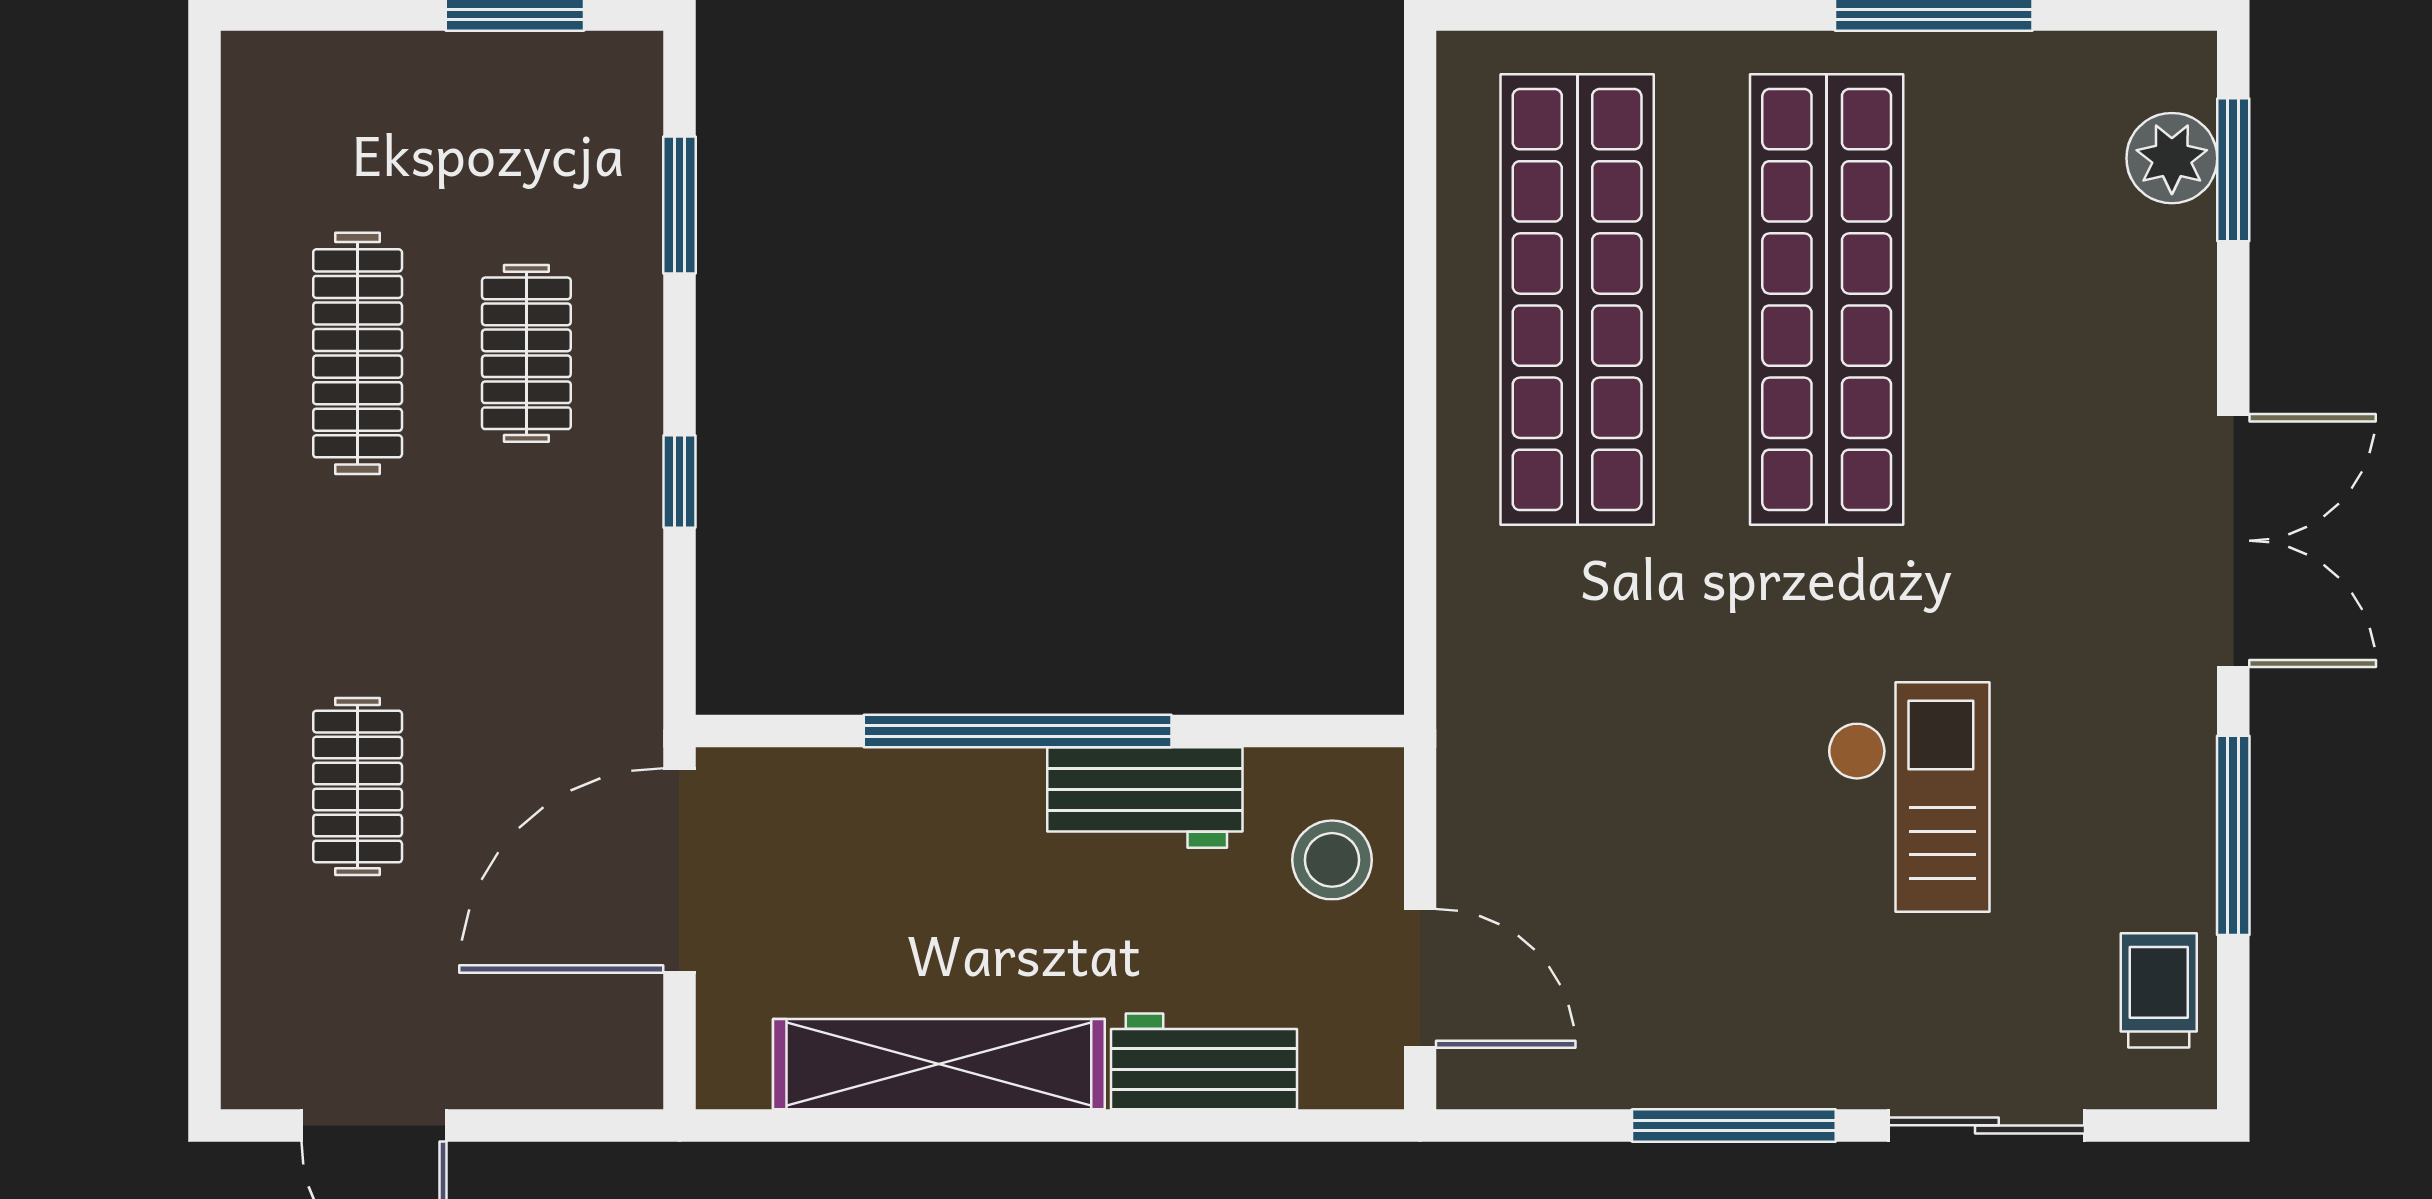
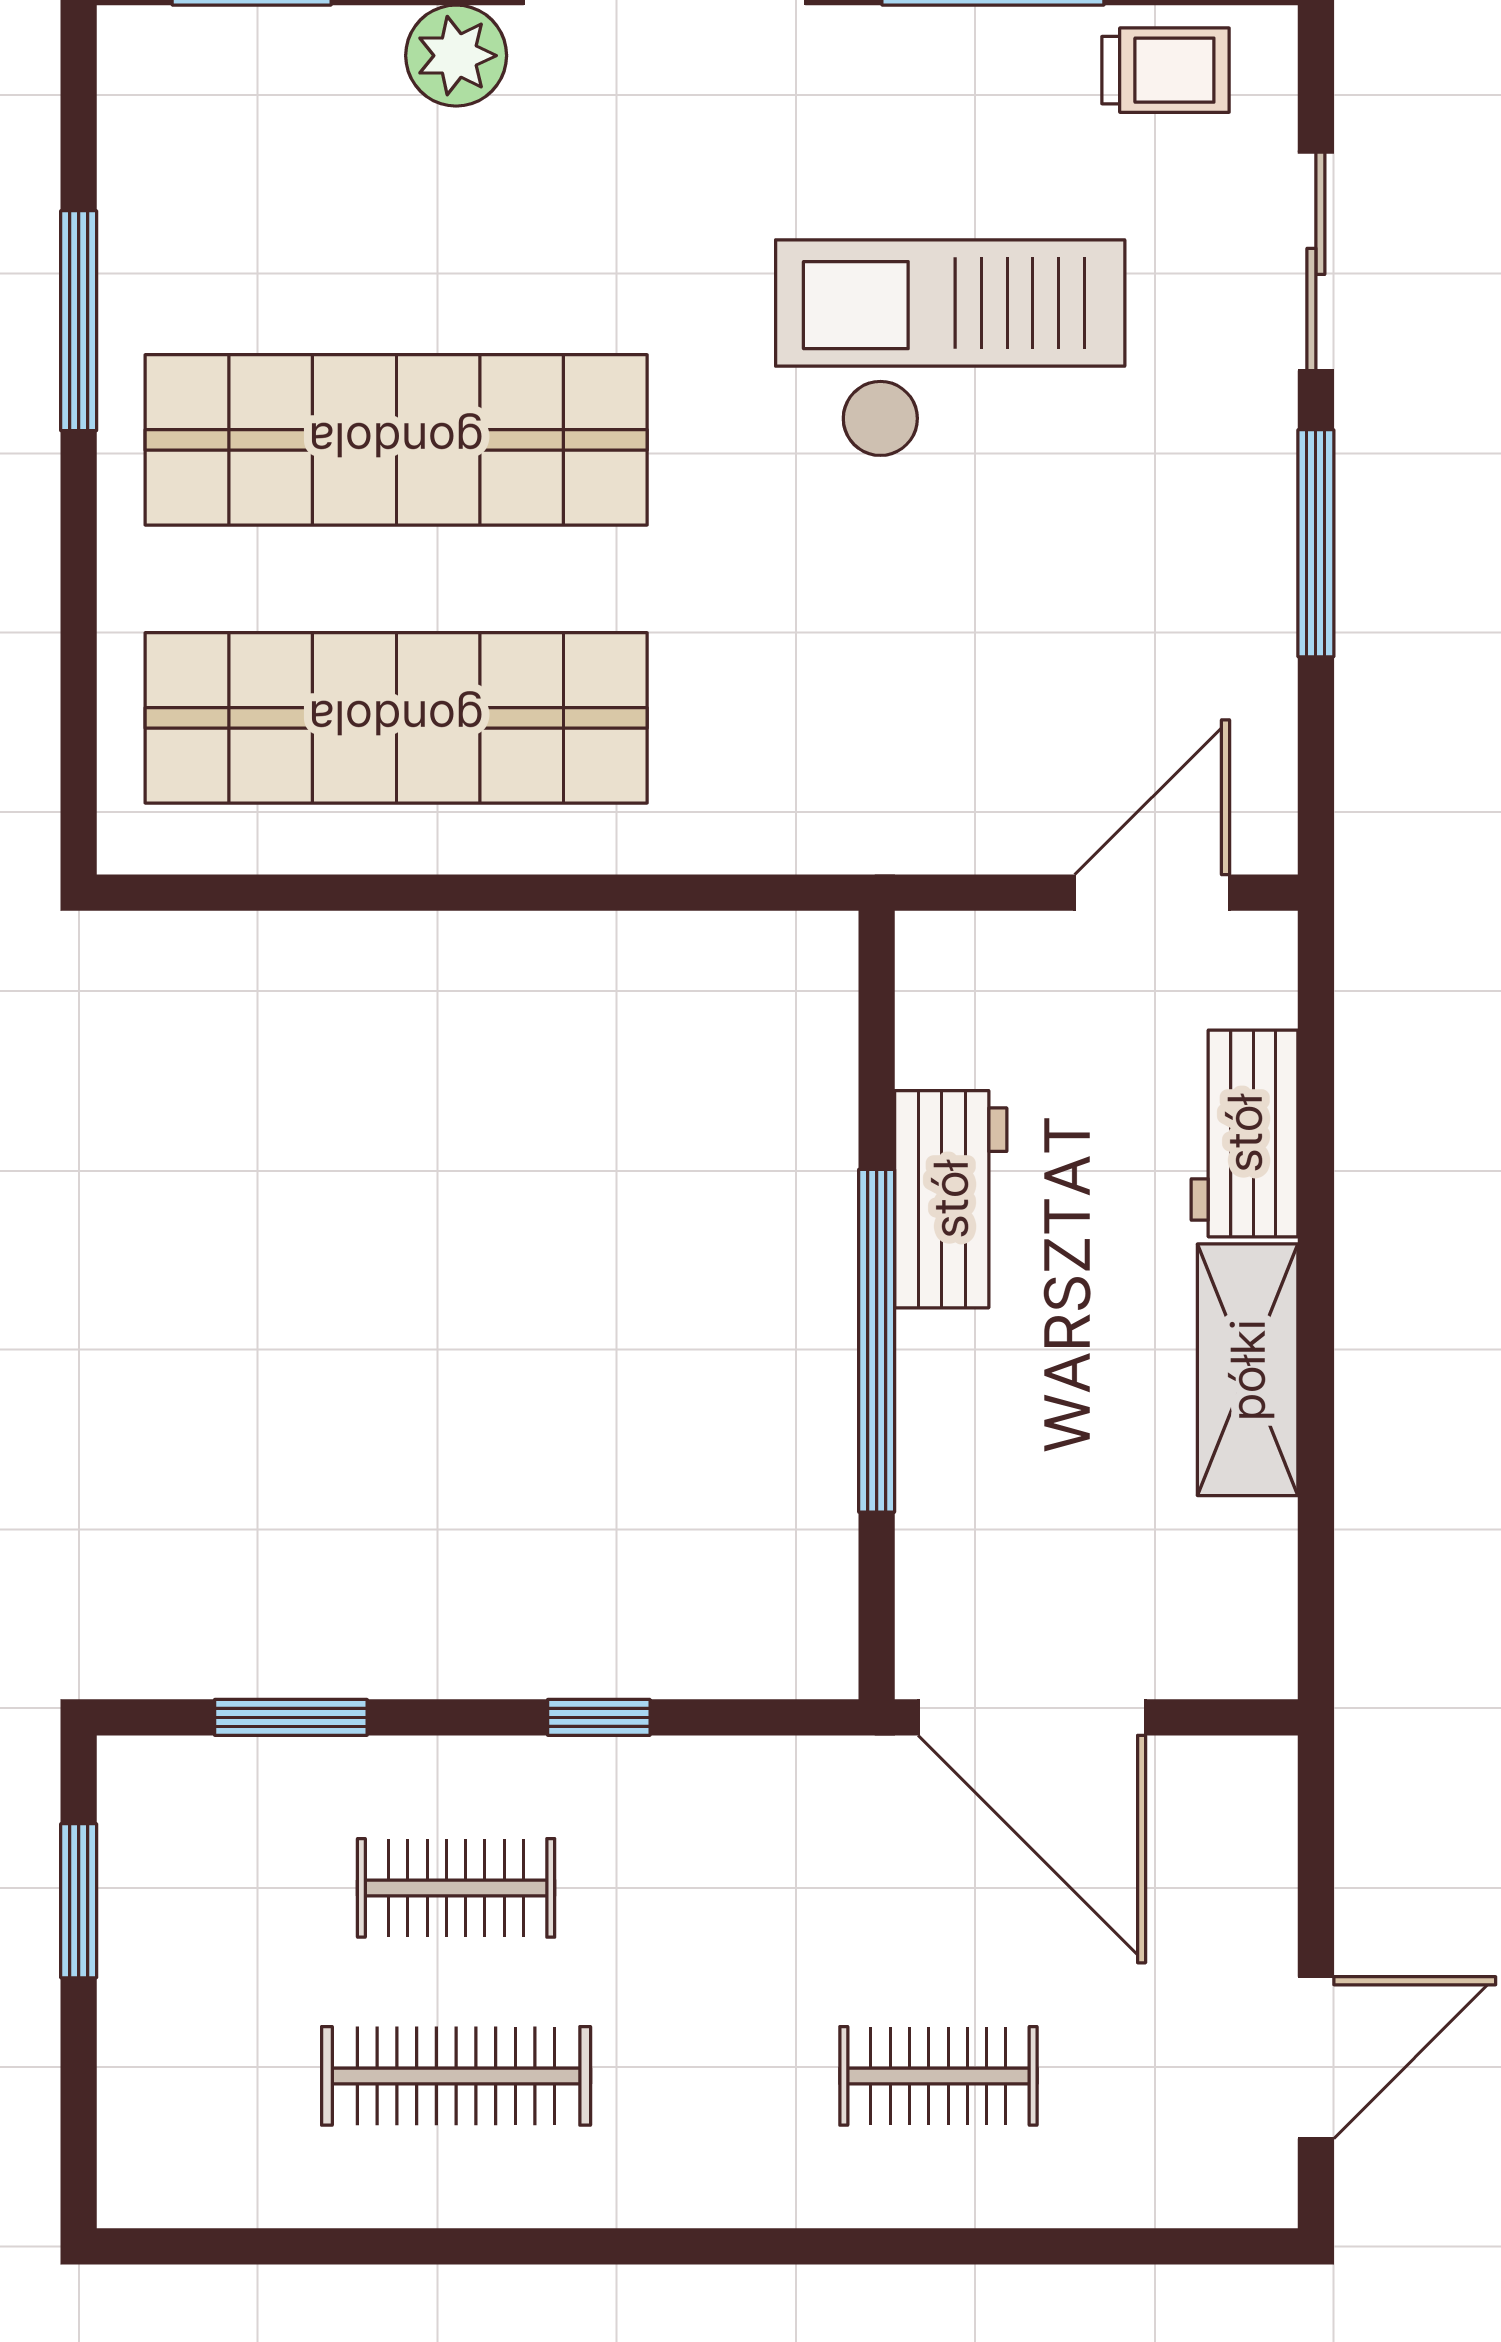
plant: (2172, 158) -> (456, 56), moved
checkout: (1909, 797) -> (950, 349), width x1.36, depth x1.21
stool: (1332, 860) -> (1020, 991), removed
trolley: (2159, 990) -> (1166, 70), turned 180
shelving: (939, 1064) -> (1248, 1370), width x0.68

